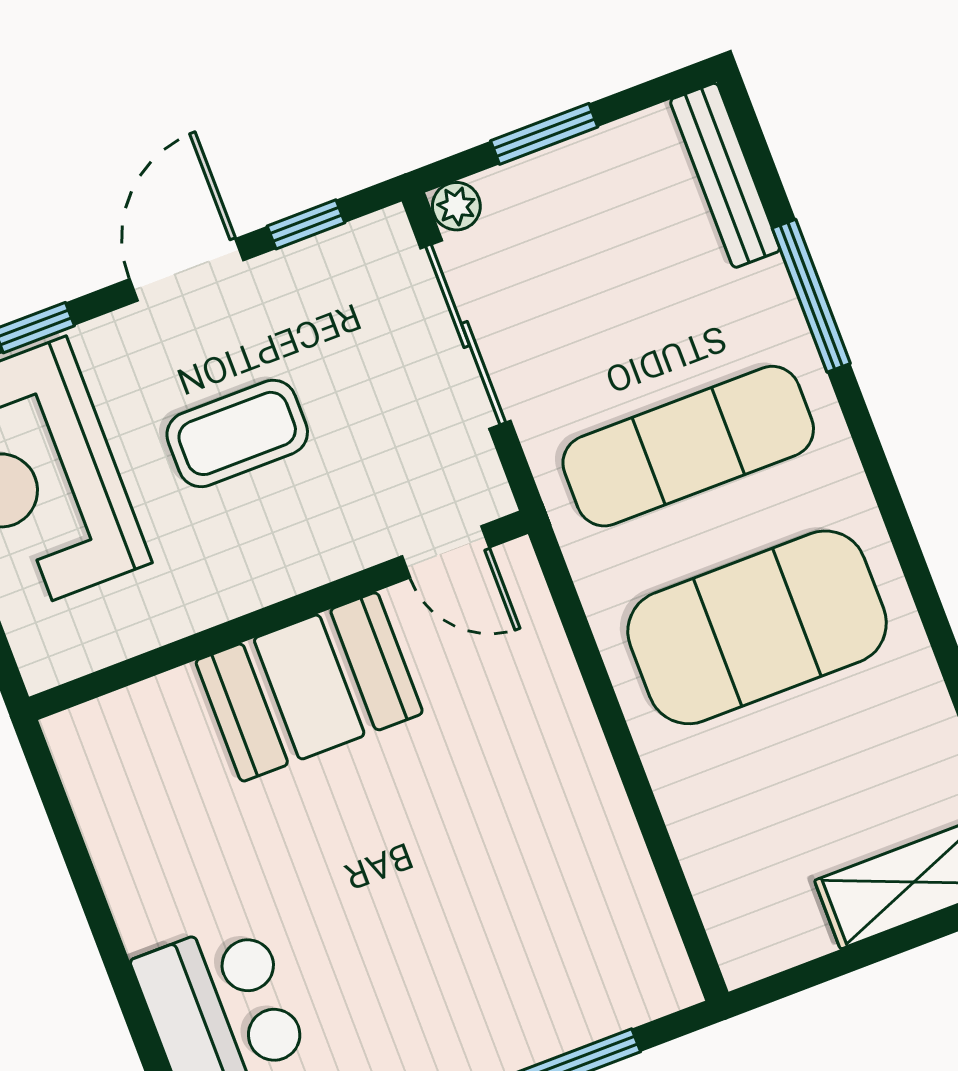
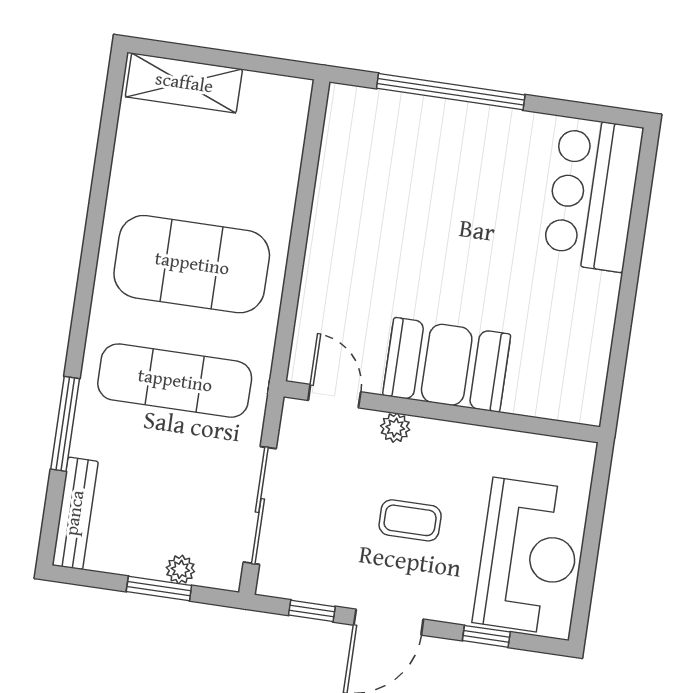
plant: (456, 206) -> (180, 569), moved
coffee table: (237, 433) -> (410, 520), width x0.73, depth x0.77
plant: (333, 555) -> (395, 428), added

